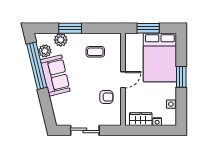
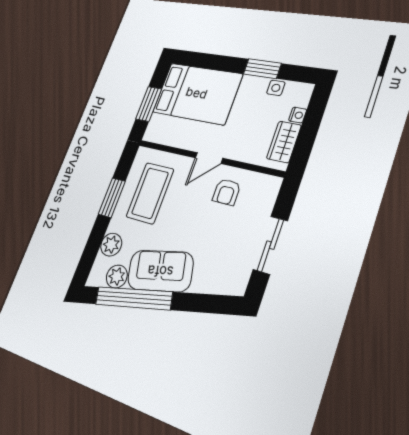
window: (70, 28) -> (112, 198), moved
coffee table: (95, 52) -> (150, 193), width x1.86, depth x1.72
window: (181, 77) -> (262, 69), moved
door: (123, 80) -> (209, 158), swing flipped
armchair: (106, 97) -> (227, 192), turned 180

